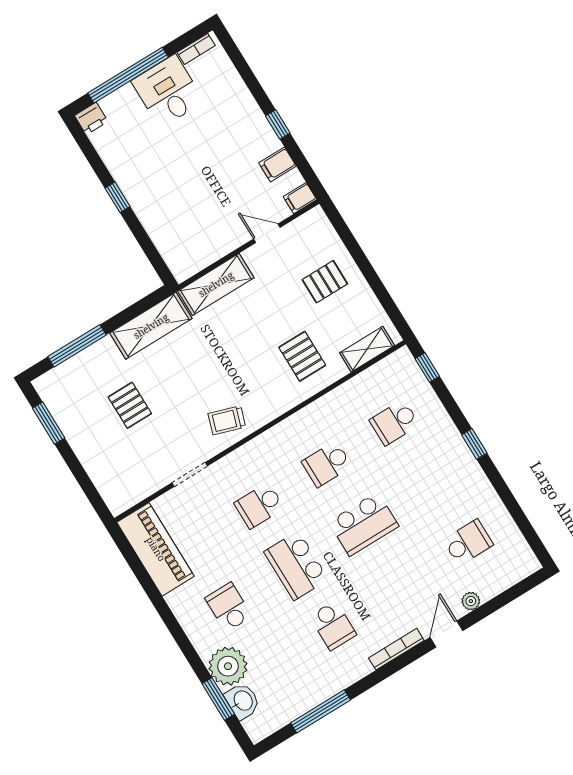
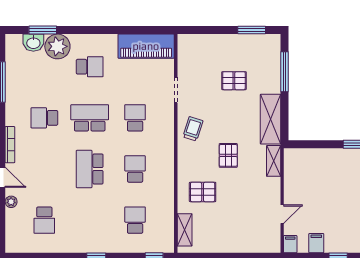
pallet: (325, 282) -> (228, 155), moved
shelving: (216, 284) -> (274, 161), width x0.67, depth x0.75

